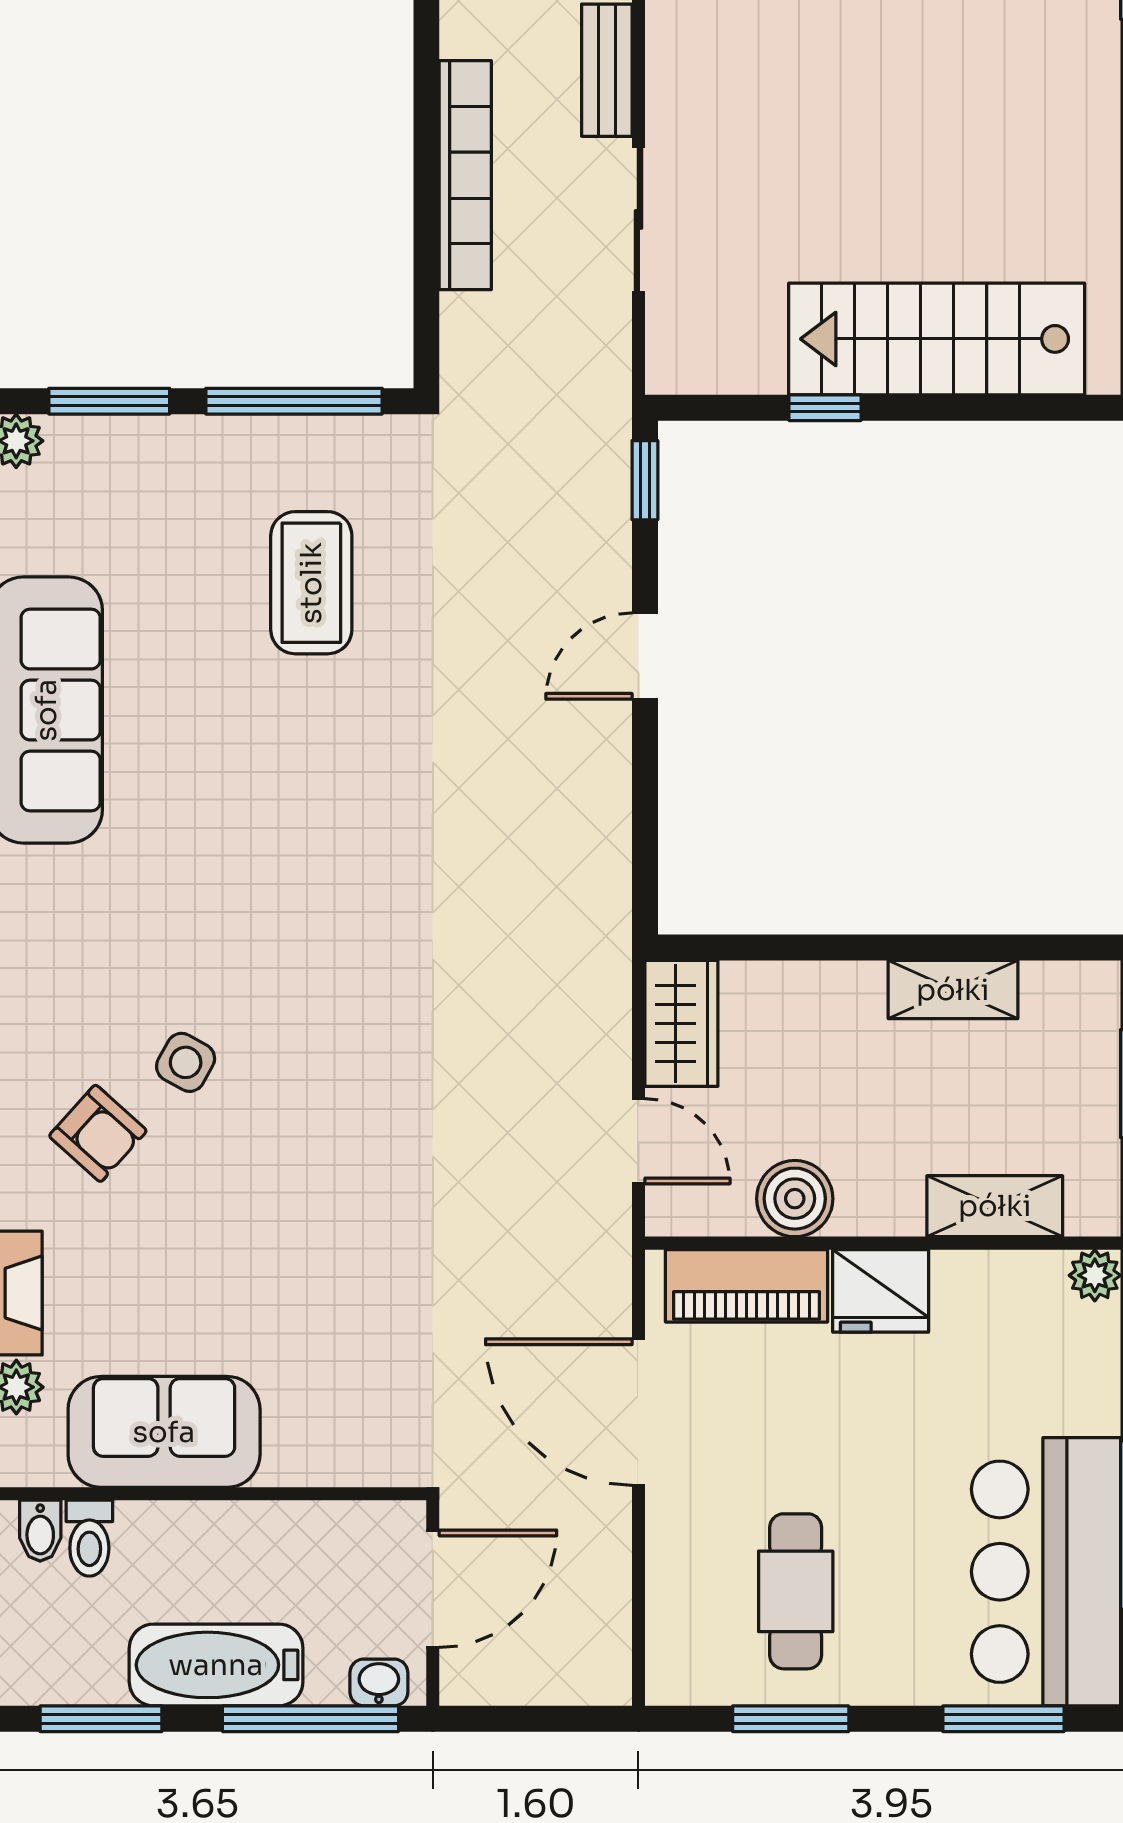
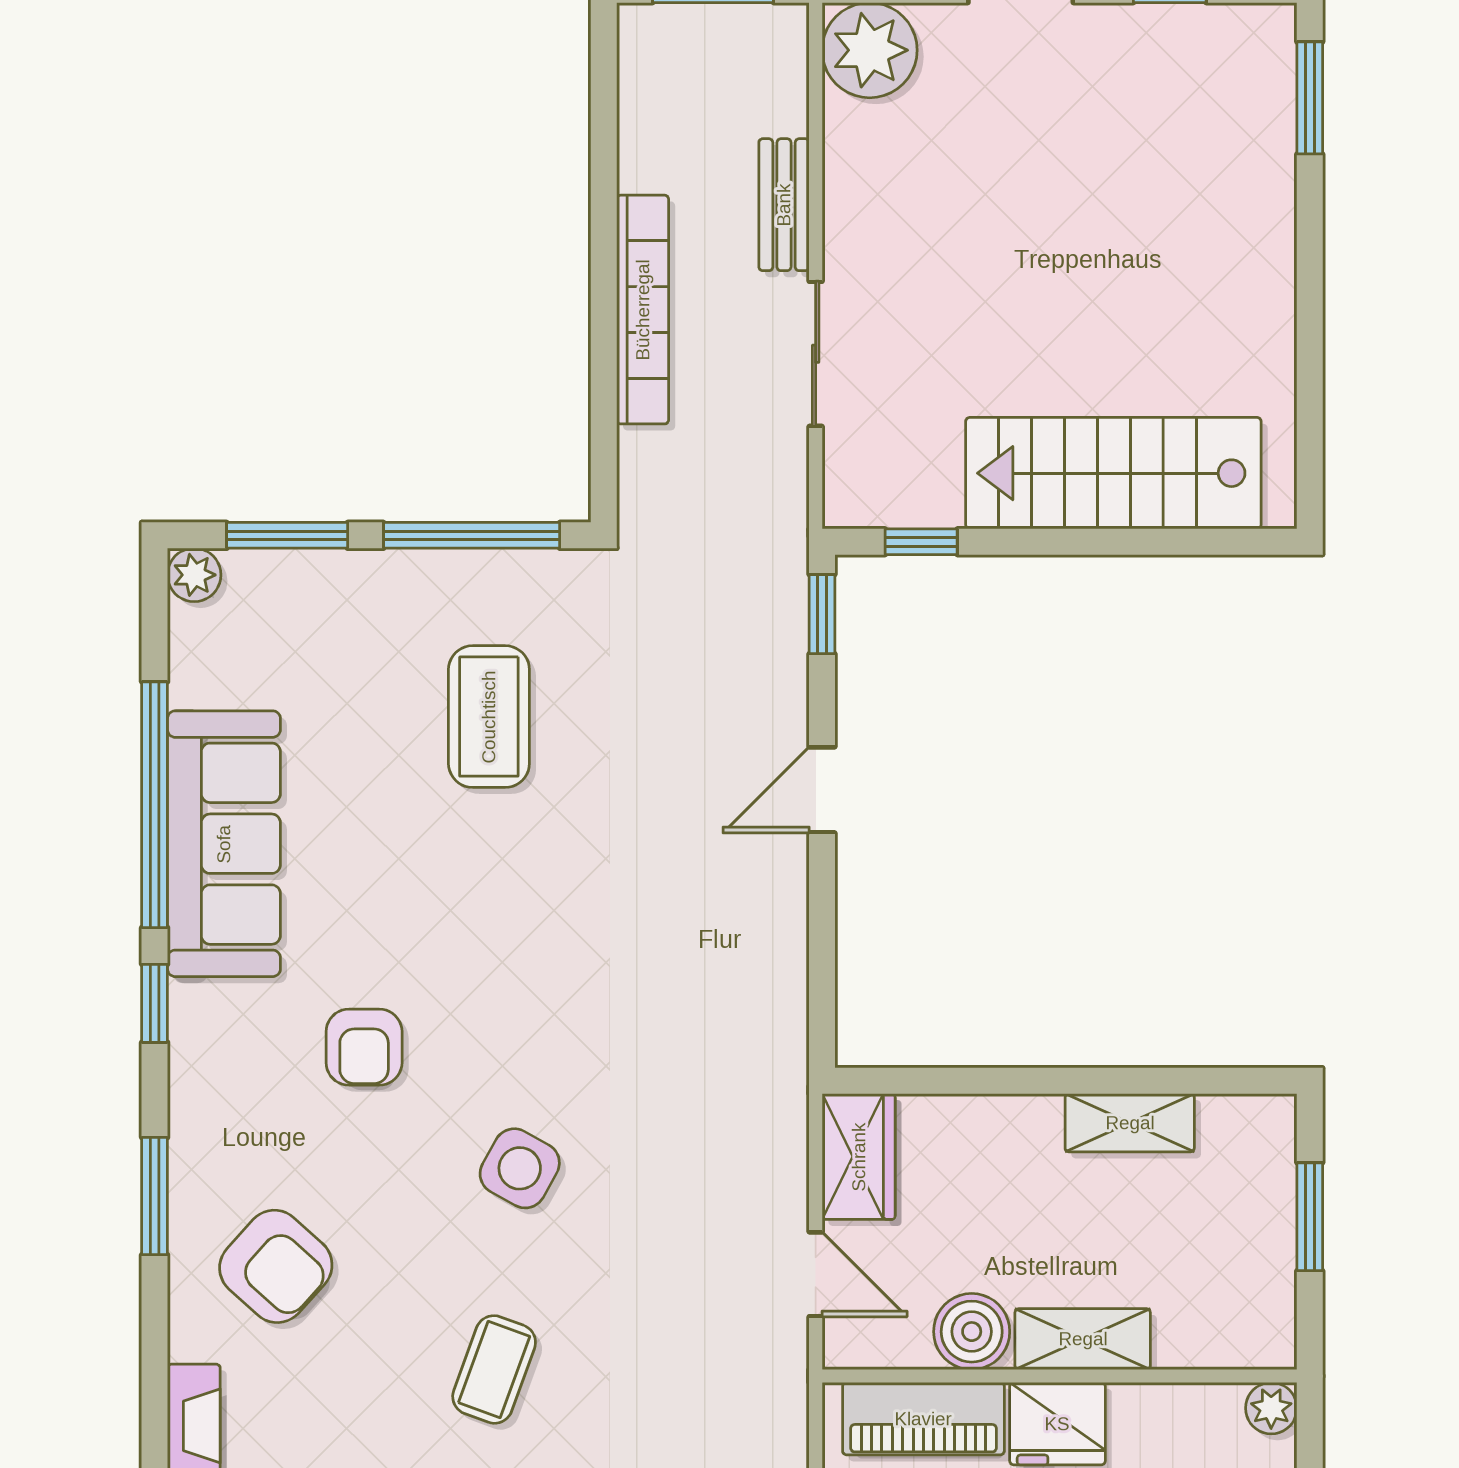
window: (825, 408) -> (921, 542), moved
armchair: (186, 914) -> (364, 1047), added
side table: (186, 1062) -> (520, 1168), moved, width x1.37, depth x1.37
armchair: (98, 1133) -> (276, 1266), width x1.38, depth x1.38
shelving: (995, 1206) -> (1083, 1339), moved
coffee table: (317, 1237) -> (494, 1369), added

